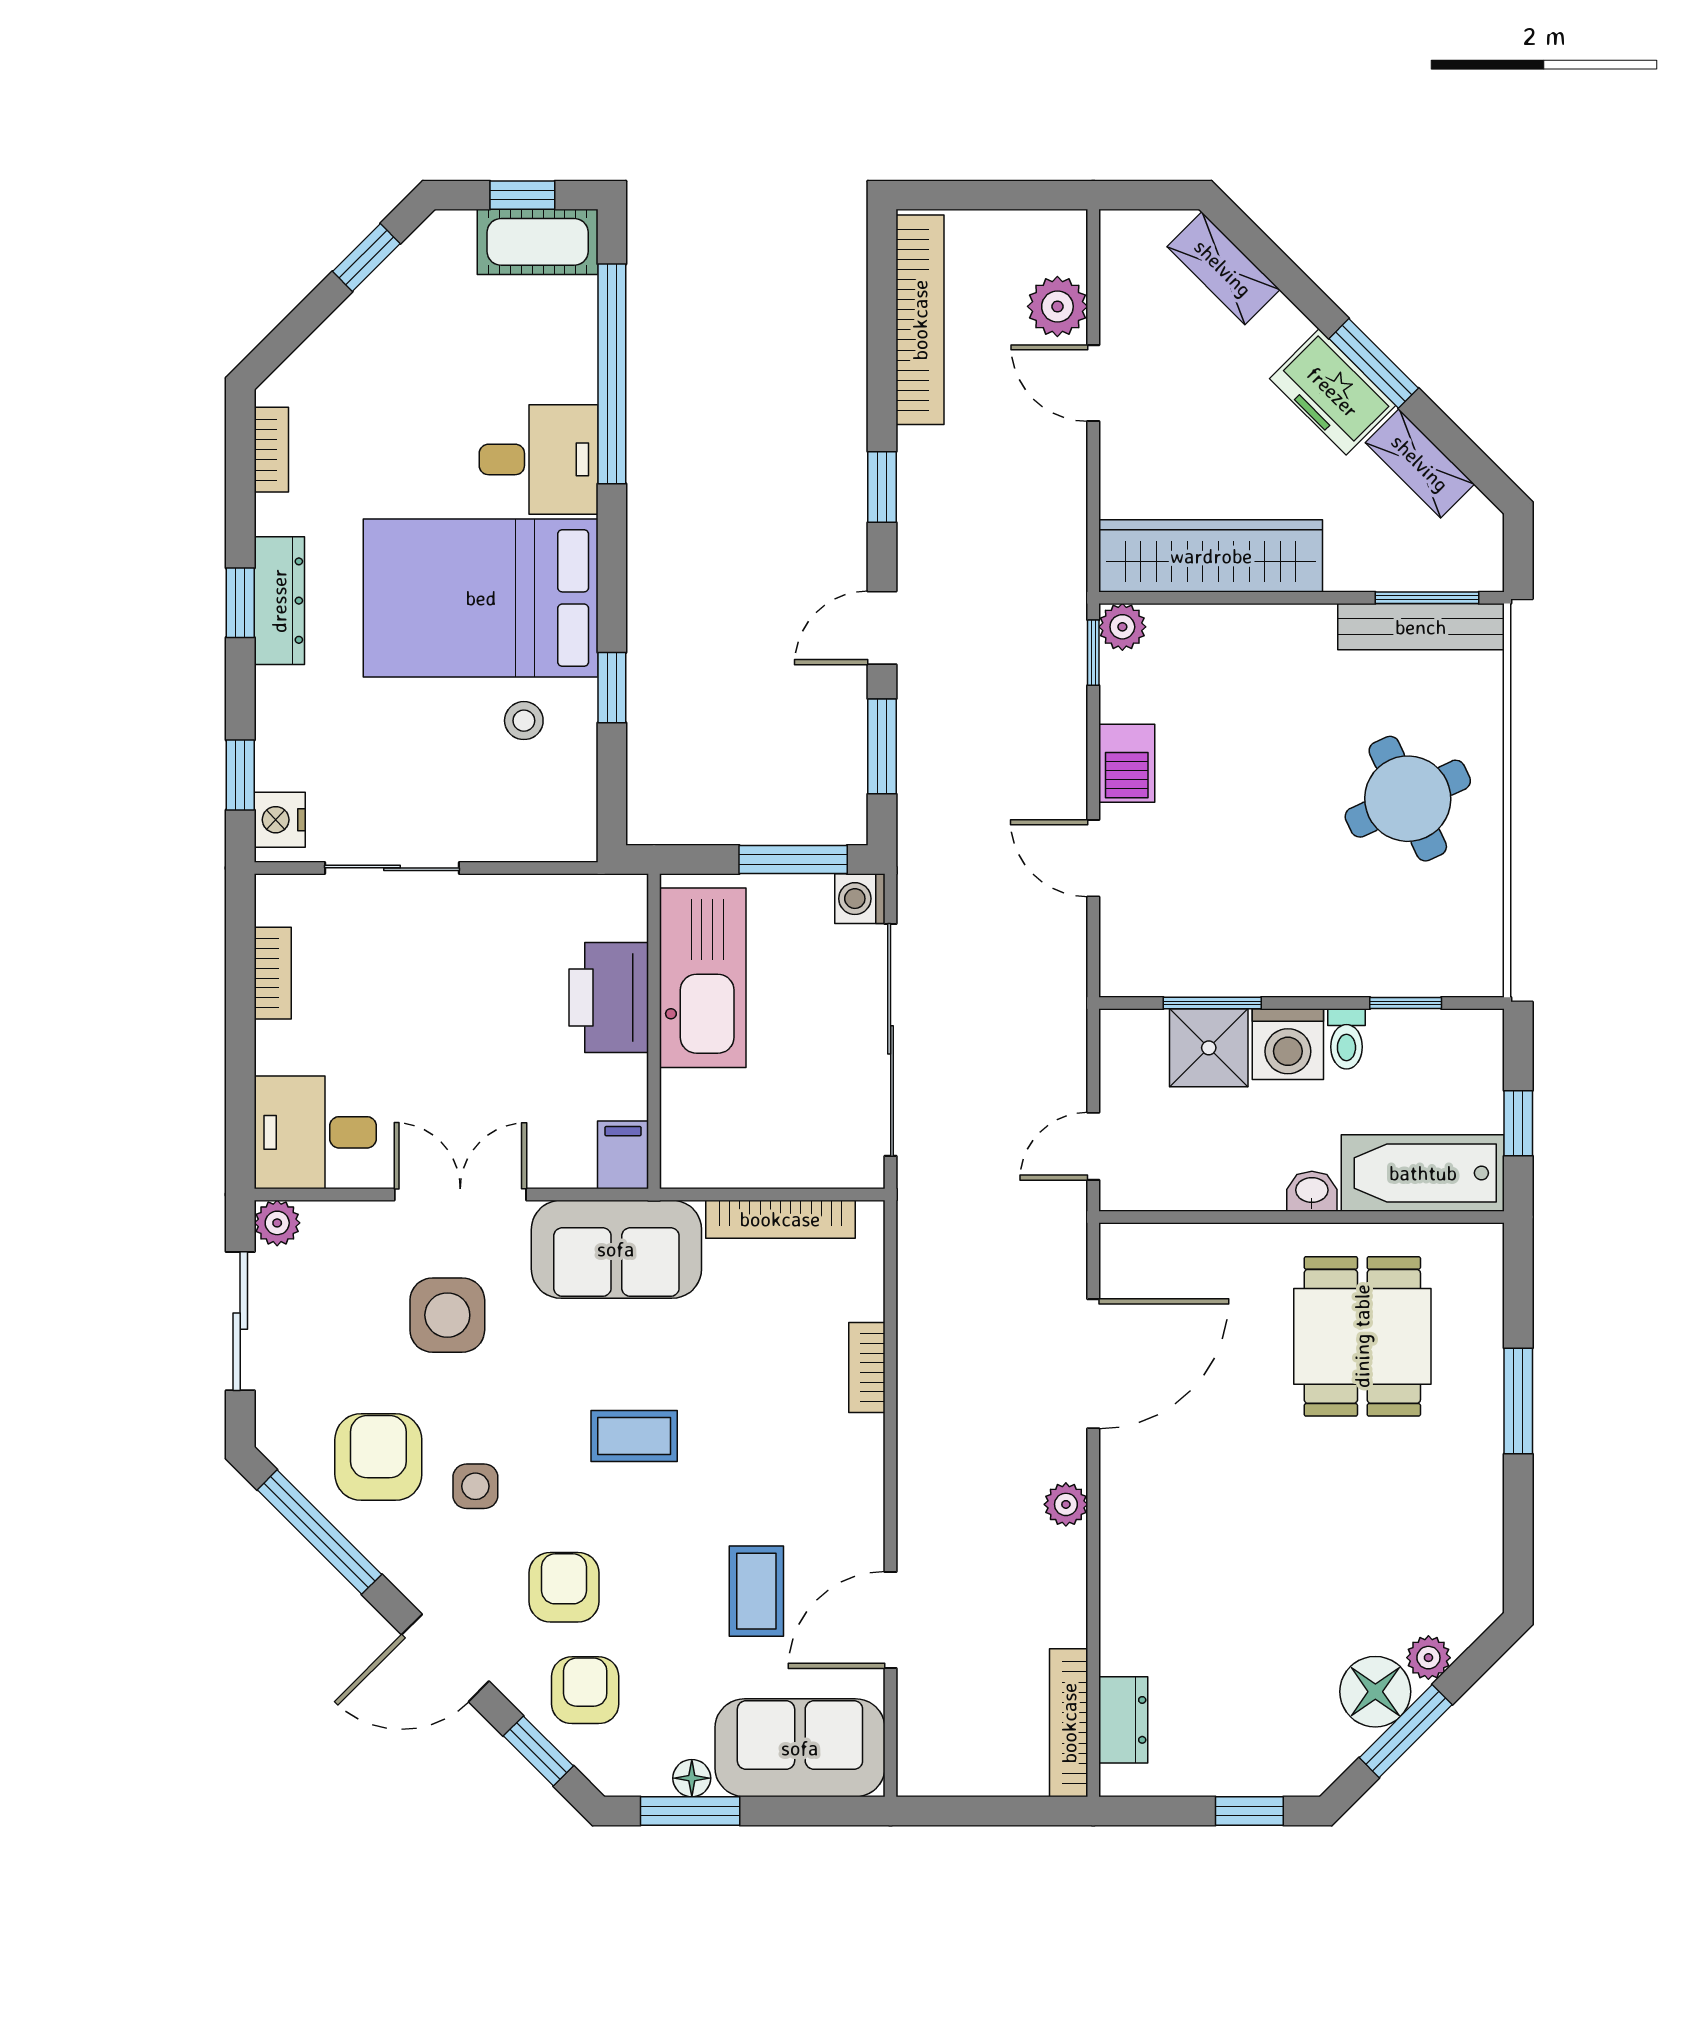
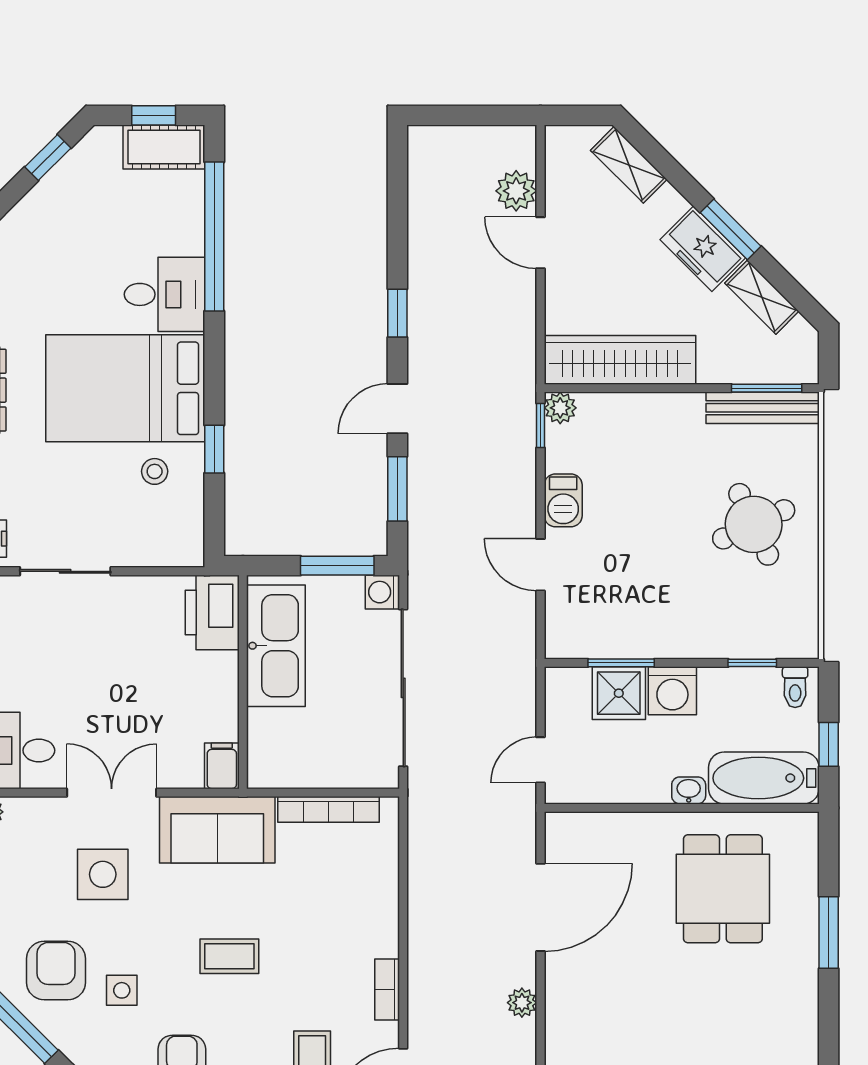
bookcase: (920, 320) -> (423, 200), removed
printer: (609, 998) -> (212, 612), moved
toilet: (1346, 1039) -> (795, 687), moved
bookcase: (867, 1368) -> (387, 989), moved

